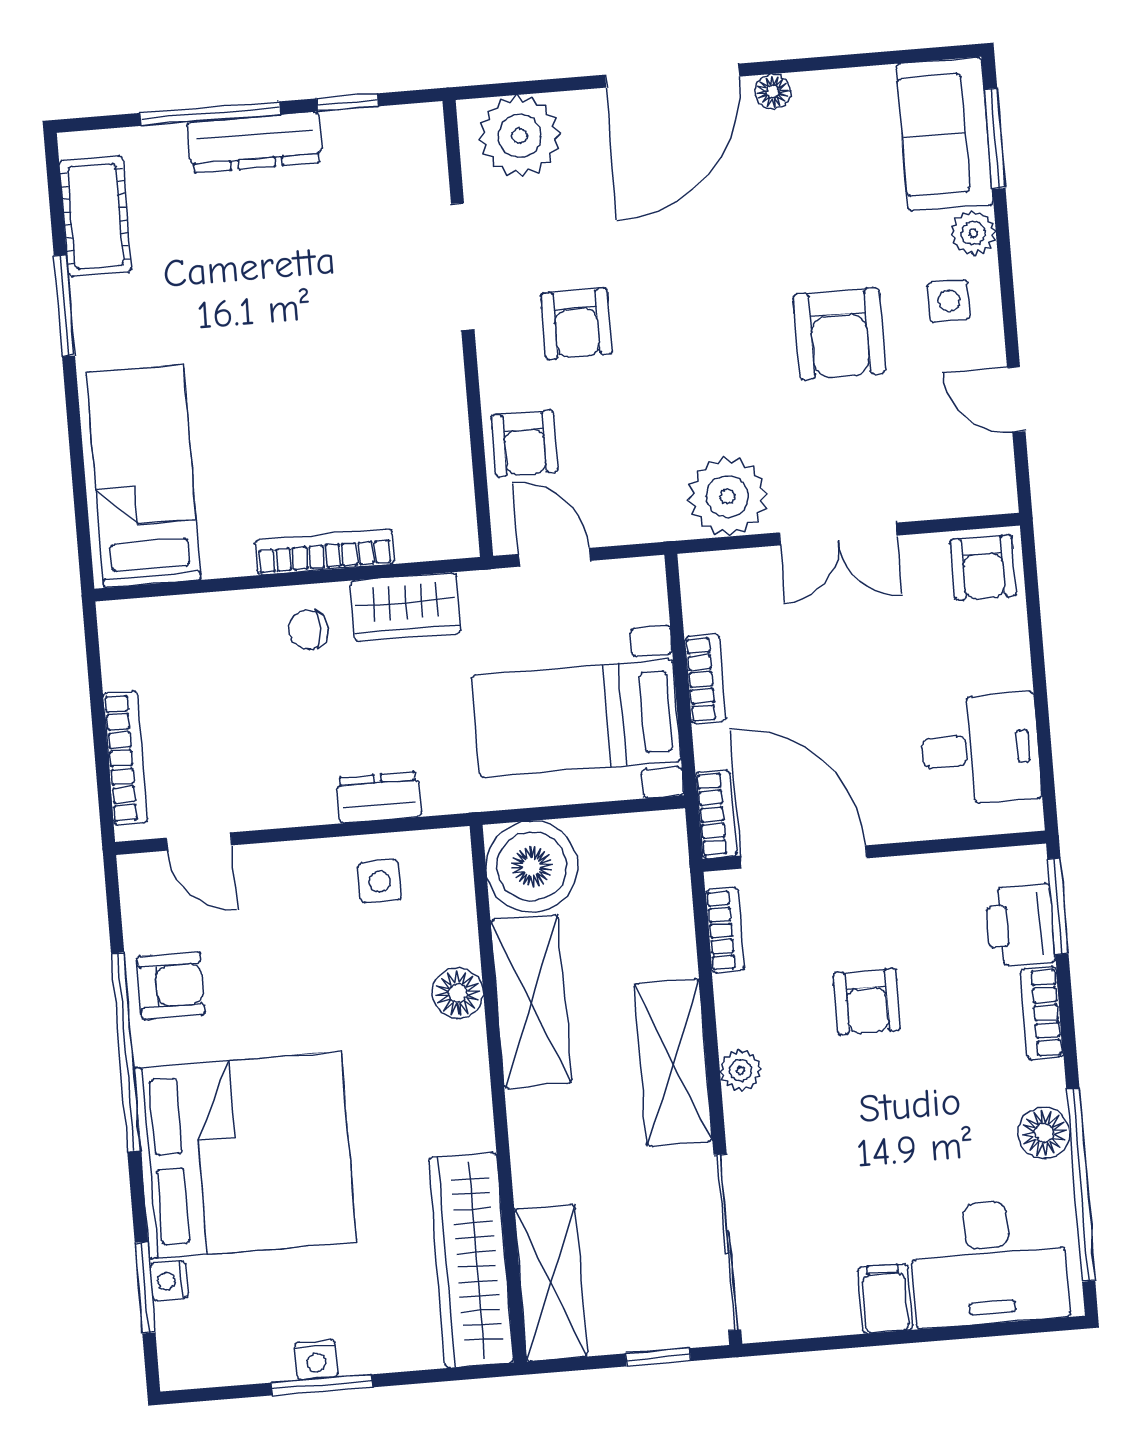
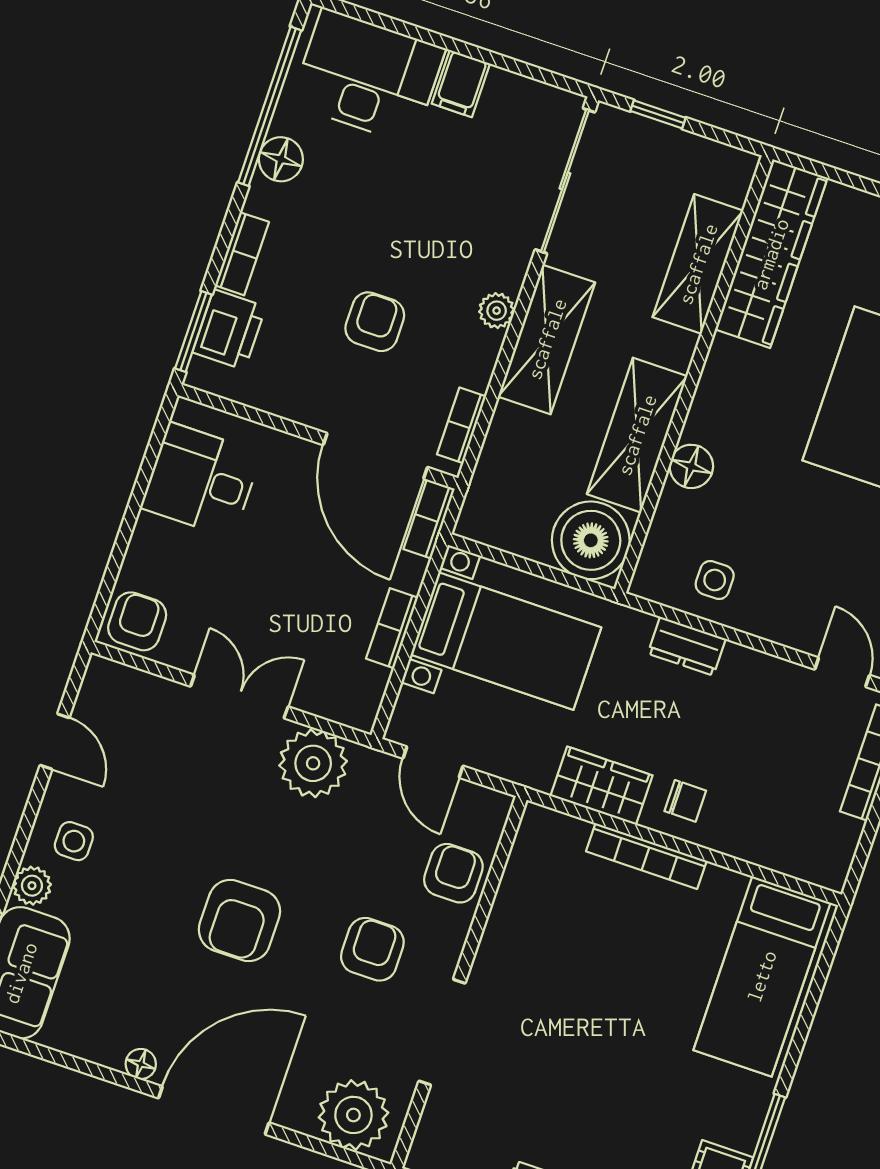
armchair: (839, 334) -> (239, 921), moved, turned 180
door: (555, 557) -> (433, 762), moved
shelving: (551, 1283) -> (698, 264), moved

